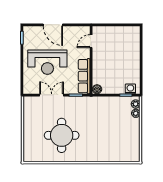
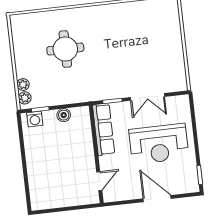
reception desk: (47, 62) -> (159, 144), turned 180
boiler: (97, 89) -> (64, 115), moved
round table: (62, 135) -> (65, 49), moved, width x0.73, depth x0.73

